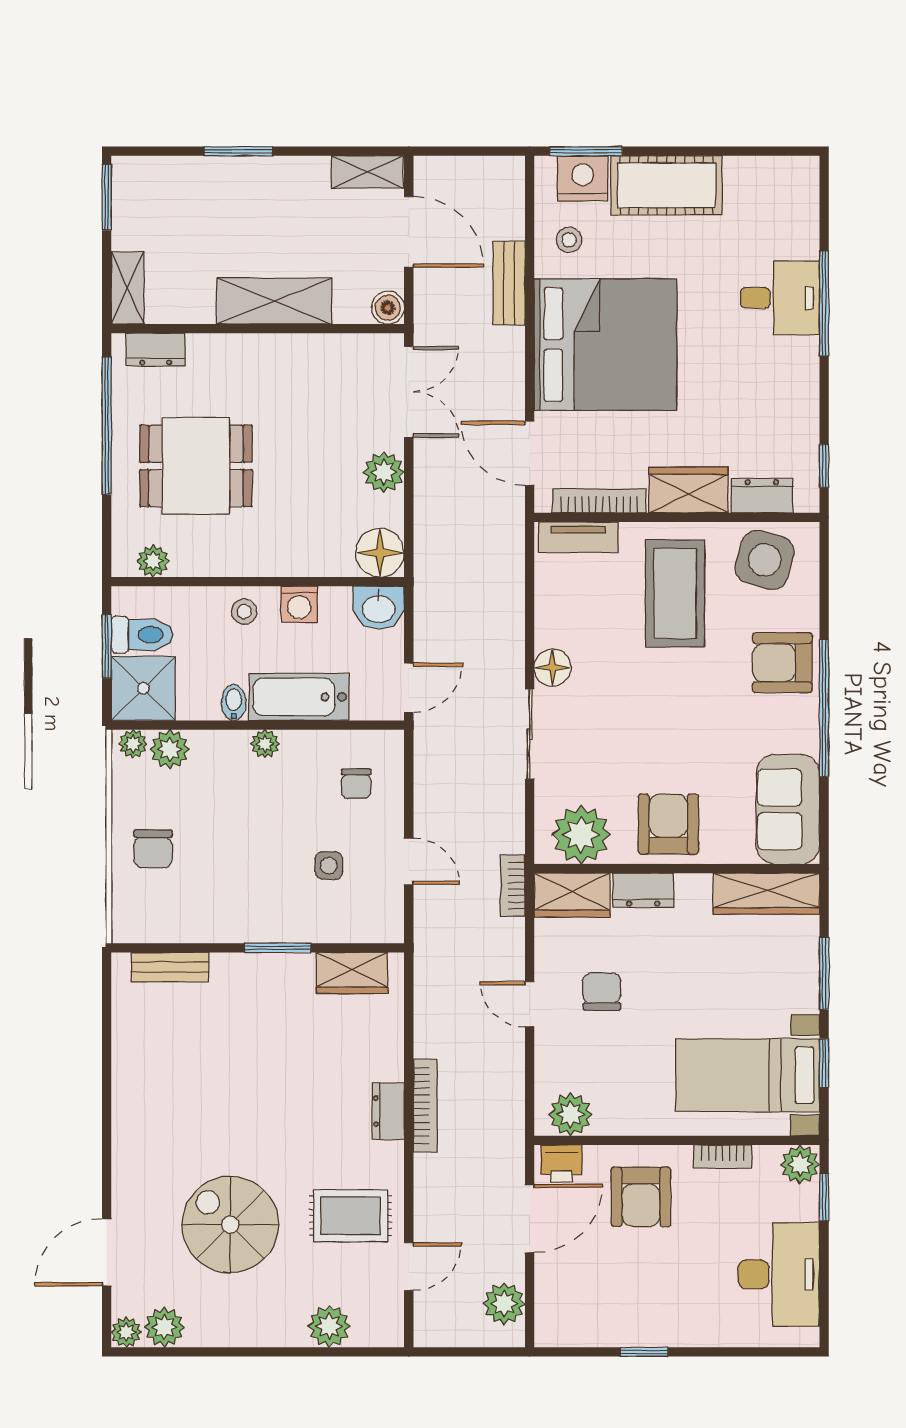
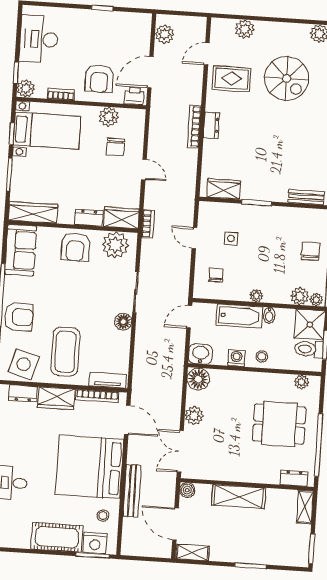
bench: (509, 283) -> (132, 491), width x1.36
chair: (602, 991) -> (115, 147), moved
plant: (570, 1114) -> (109, 117), moved
armchair: (641, 1197) -> (99, 79), turned 180

